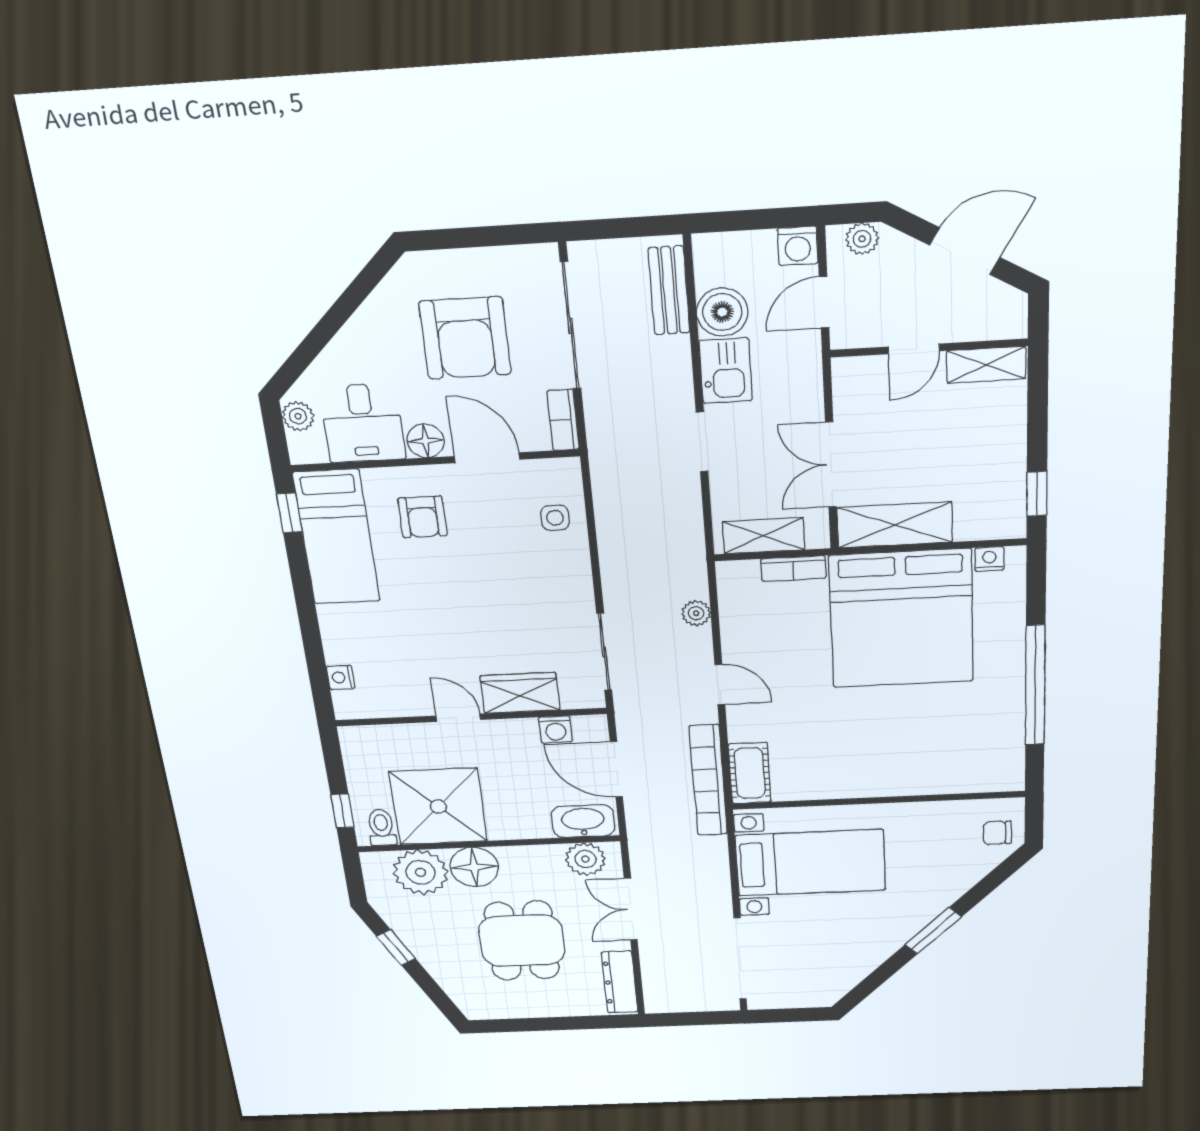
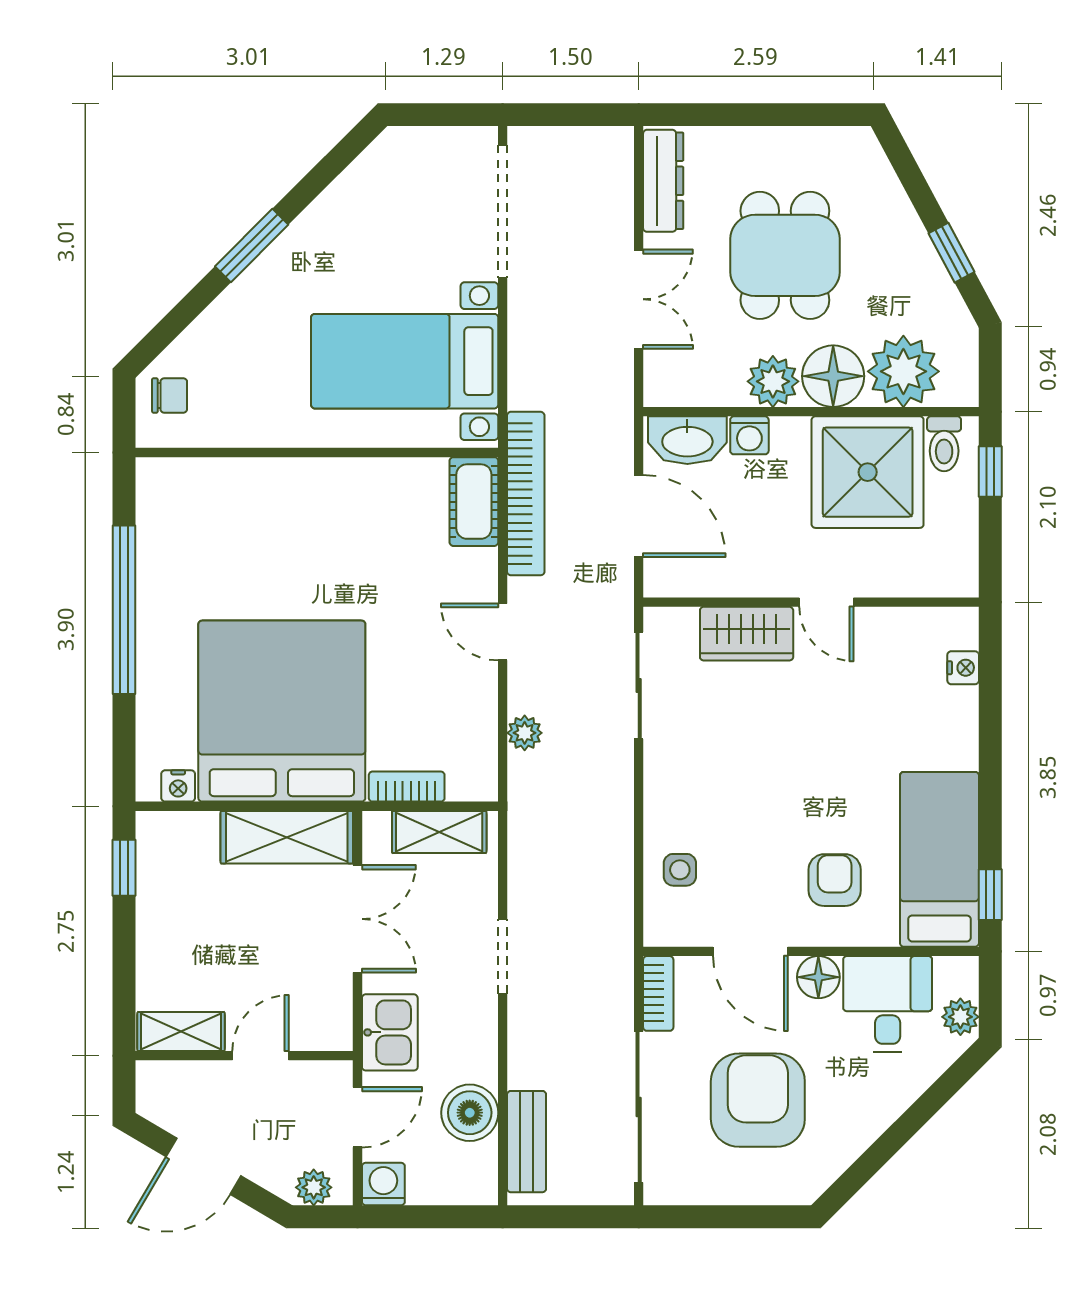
kitchen sink: (726, 371) -> (390, 1032), moved, turned 180
washing machine: (555, 730) -> (749, 435), moved, turned 180
plant: (585, 859) -> (773, 381), moved

